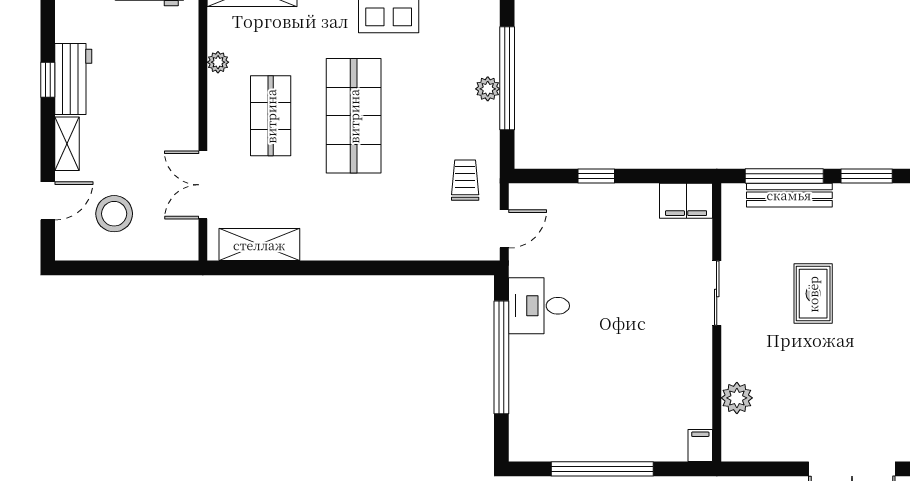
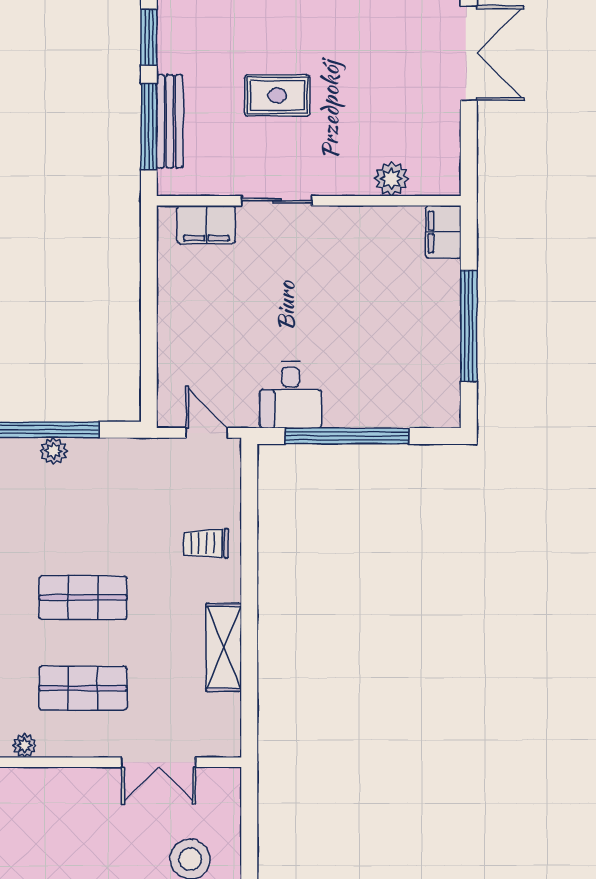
shop shelf: (354, 116) -> (83, 598), width x0.70, depth x0.74
window: (596, 176) -> (149, 332), removed
trolley: (465, 180) -> (206, 543), moved
filing cabinet: (686, 201) -> (206, 225), moved, turned 90
shelving: (259, 245) -> (224, 647), moved
filing cabinet: (700, 446) -> (443, 232), width x2.00

